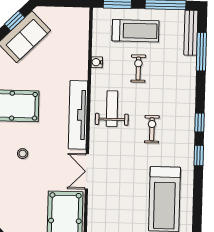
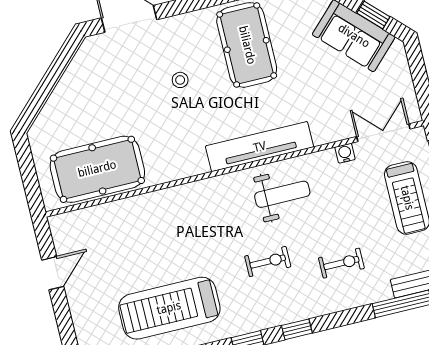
exercise bike: (138, 69) -> (341, 263), moved
double door: (87, 171) -> (383, 133), moved

